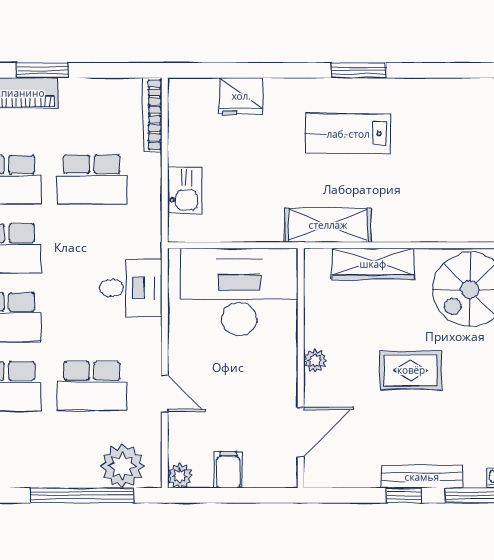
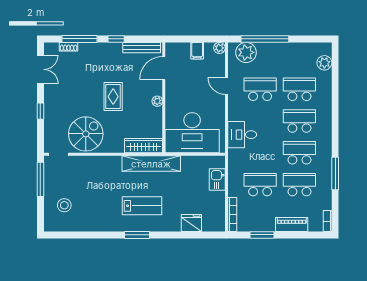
window: (42, 70) -> (262, 235), moved
shelving: (328, 225) -> (151, 164), width x1.47
wardrobe: (373, 264) -> (144, 146), moved
rug: (411, 370) -> (113, 97), turned 90
bench: (422, 477) -> (142, 48), moved

